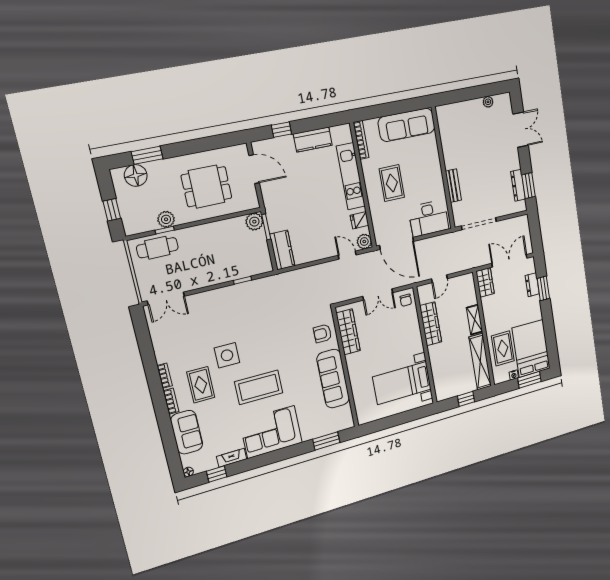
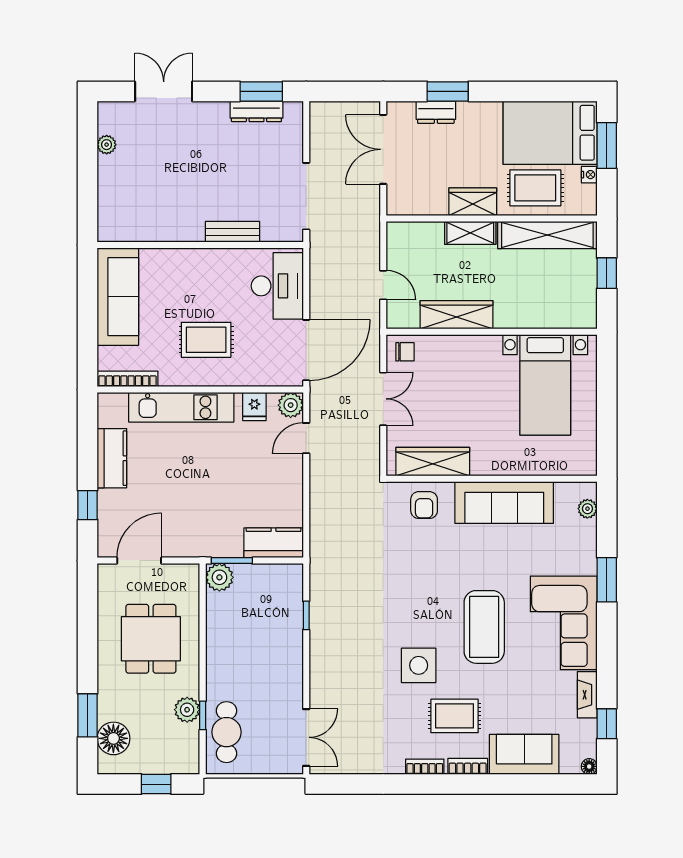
wardrobe: (485, 282) -> (473, 202), moved
plant: (339, 426) -> (587, 509), added
window: (326, 441) -> (607, 580), moved

